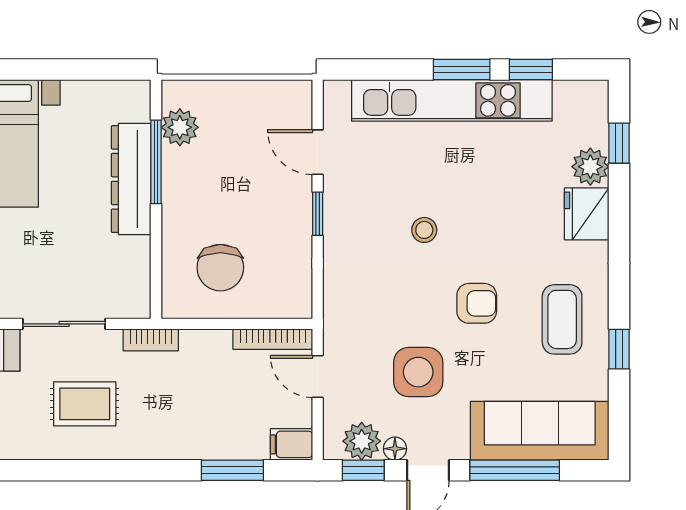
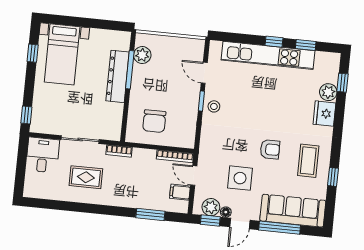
window: (462, 70) -> (274, 42), width x0.67
stool: (424, 230) -> (214, 106), moved
filing cabinet: (292, 444) -> (180, 192), moved

